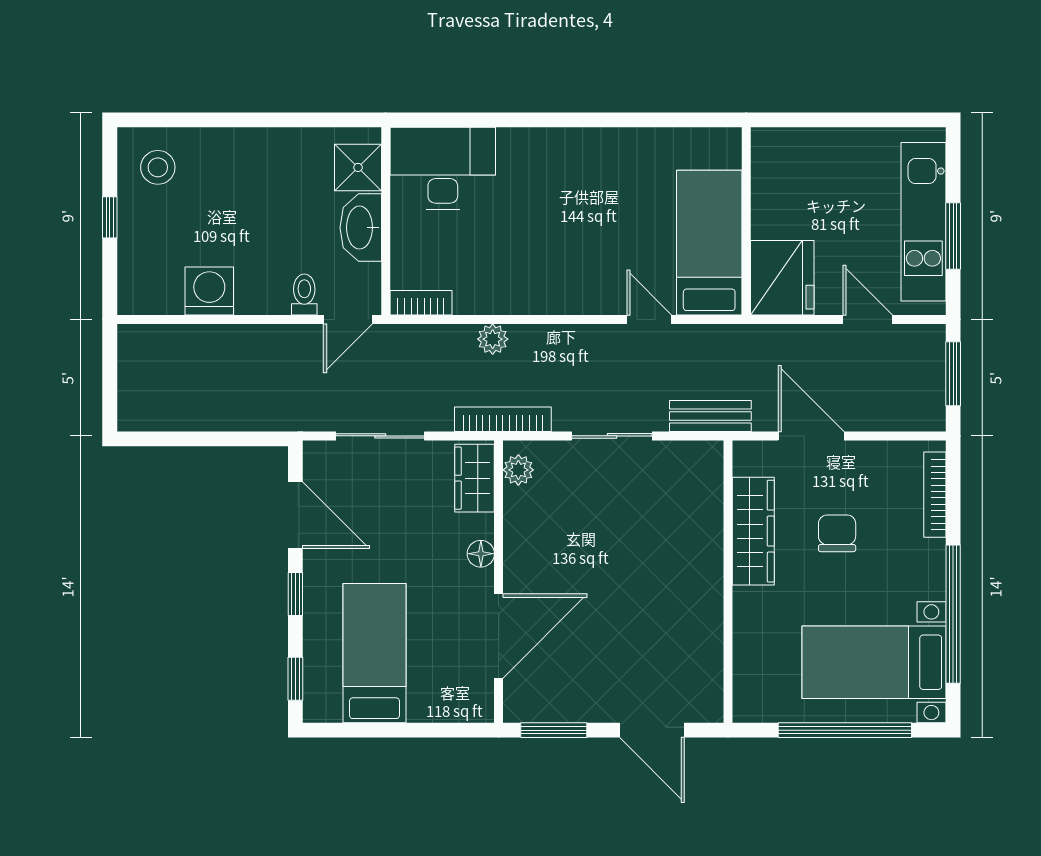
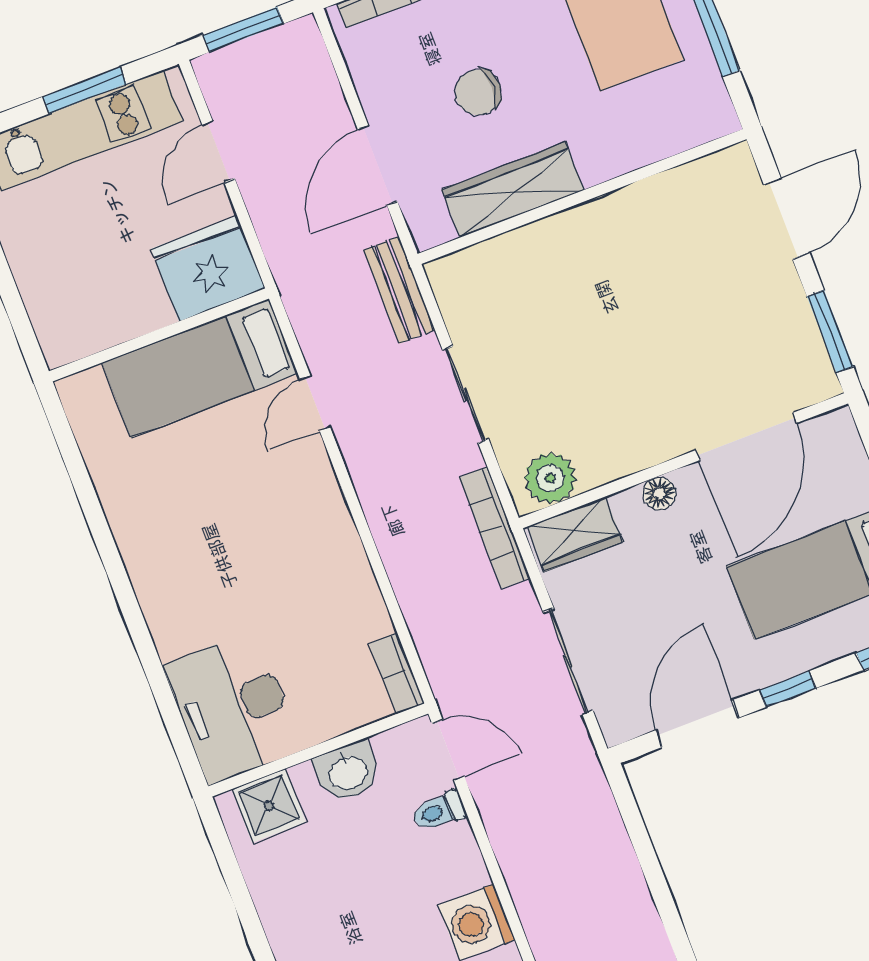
washbasin: (361, 228) -> (348, 772), width x0.72
plant: (493, 339) -> (407, 575), removed
plant: (518, 470) -> (550, 478), width x1.38, depth x1.38
door: (499, 636) -> (746, 437), swing flipped

